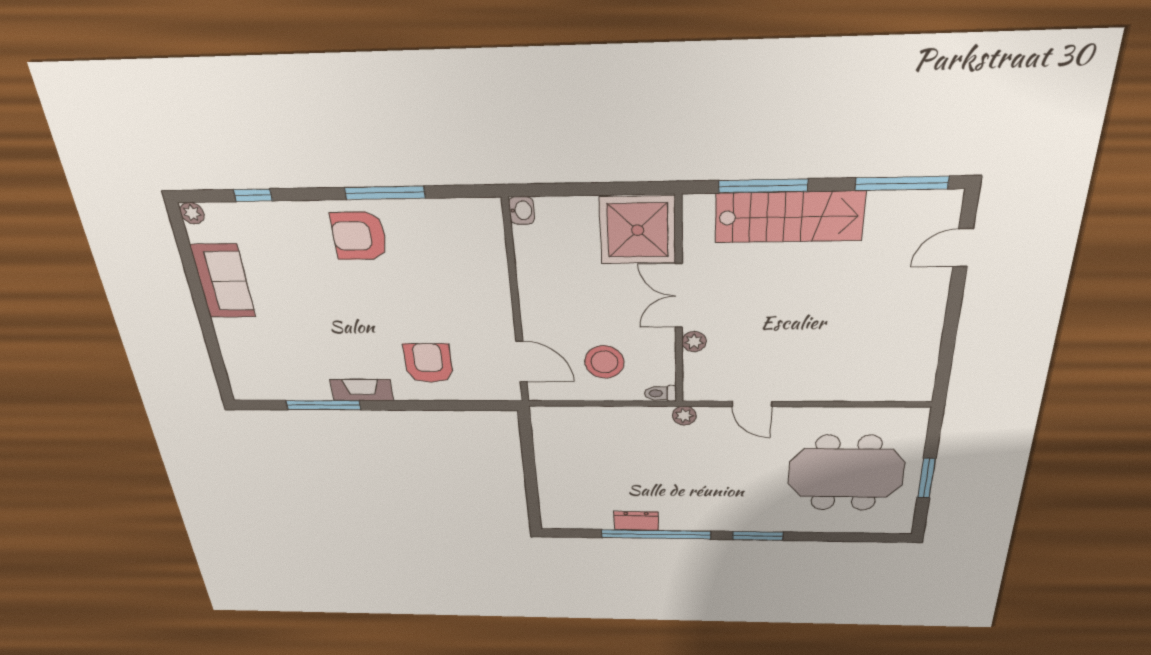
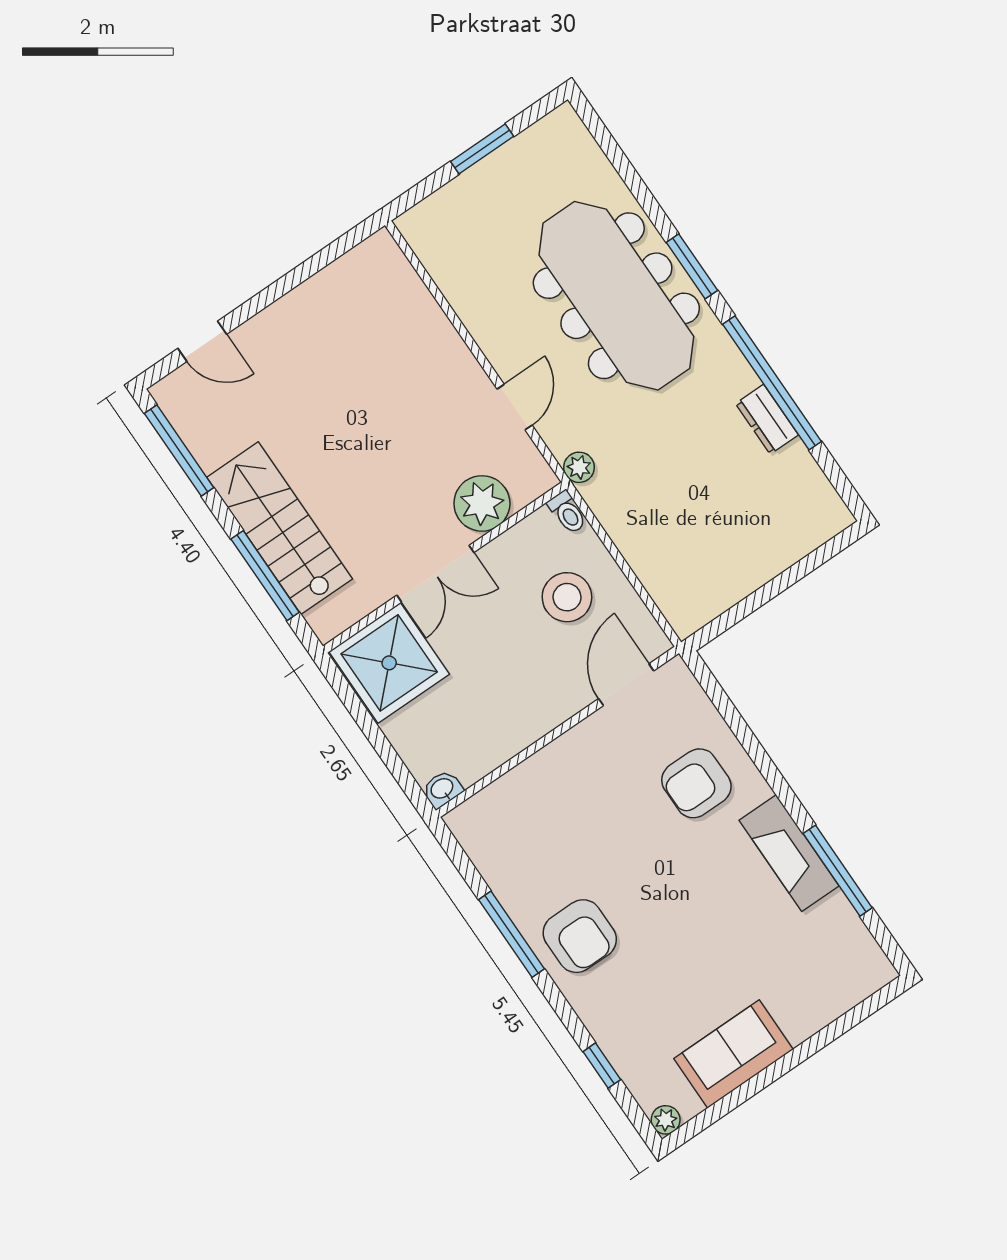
plant: (694, 342) -> (482, 503), width x1.88, depth x1.88
fireplace: (362, 390) -> (789, 853), width x1.37, depth x1.32
meeting table: (846, 473) -> (616, 296), moved, width x1.36

